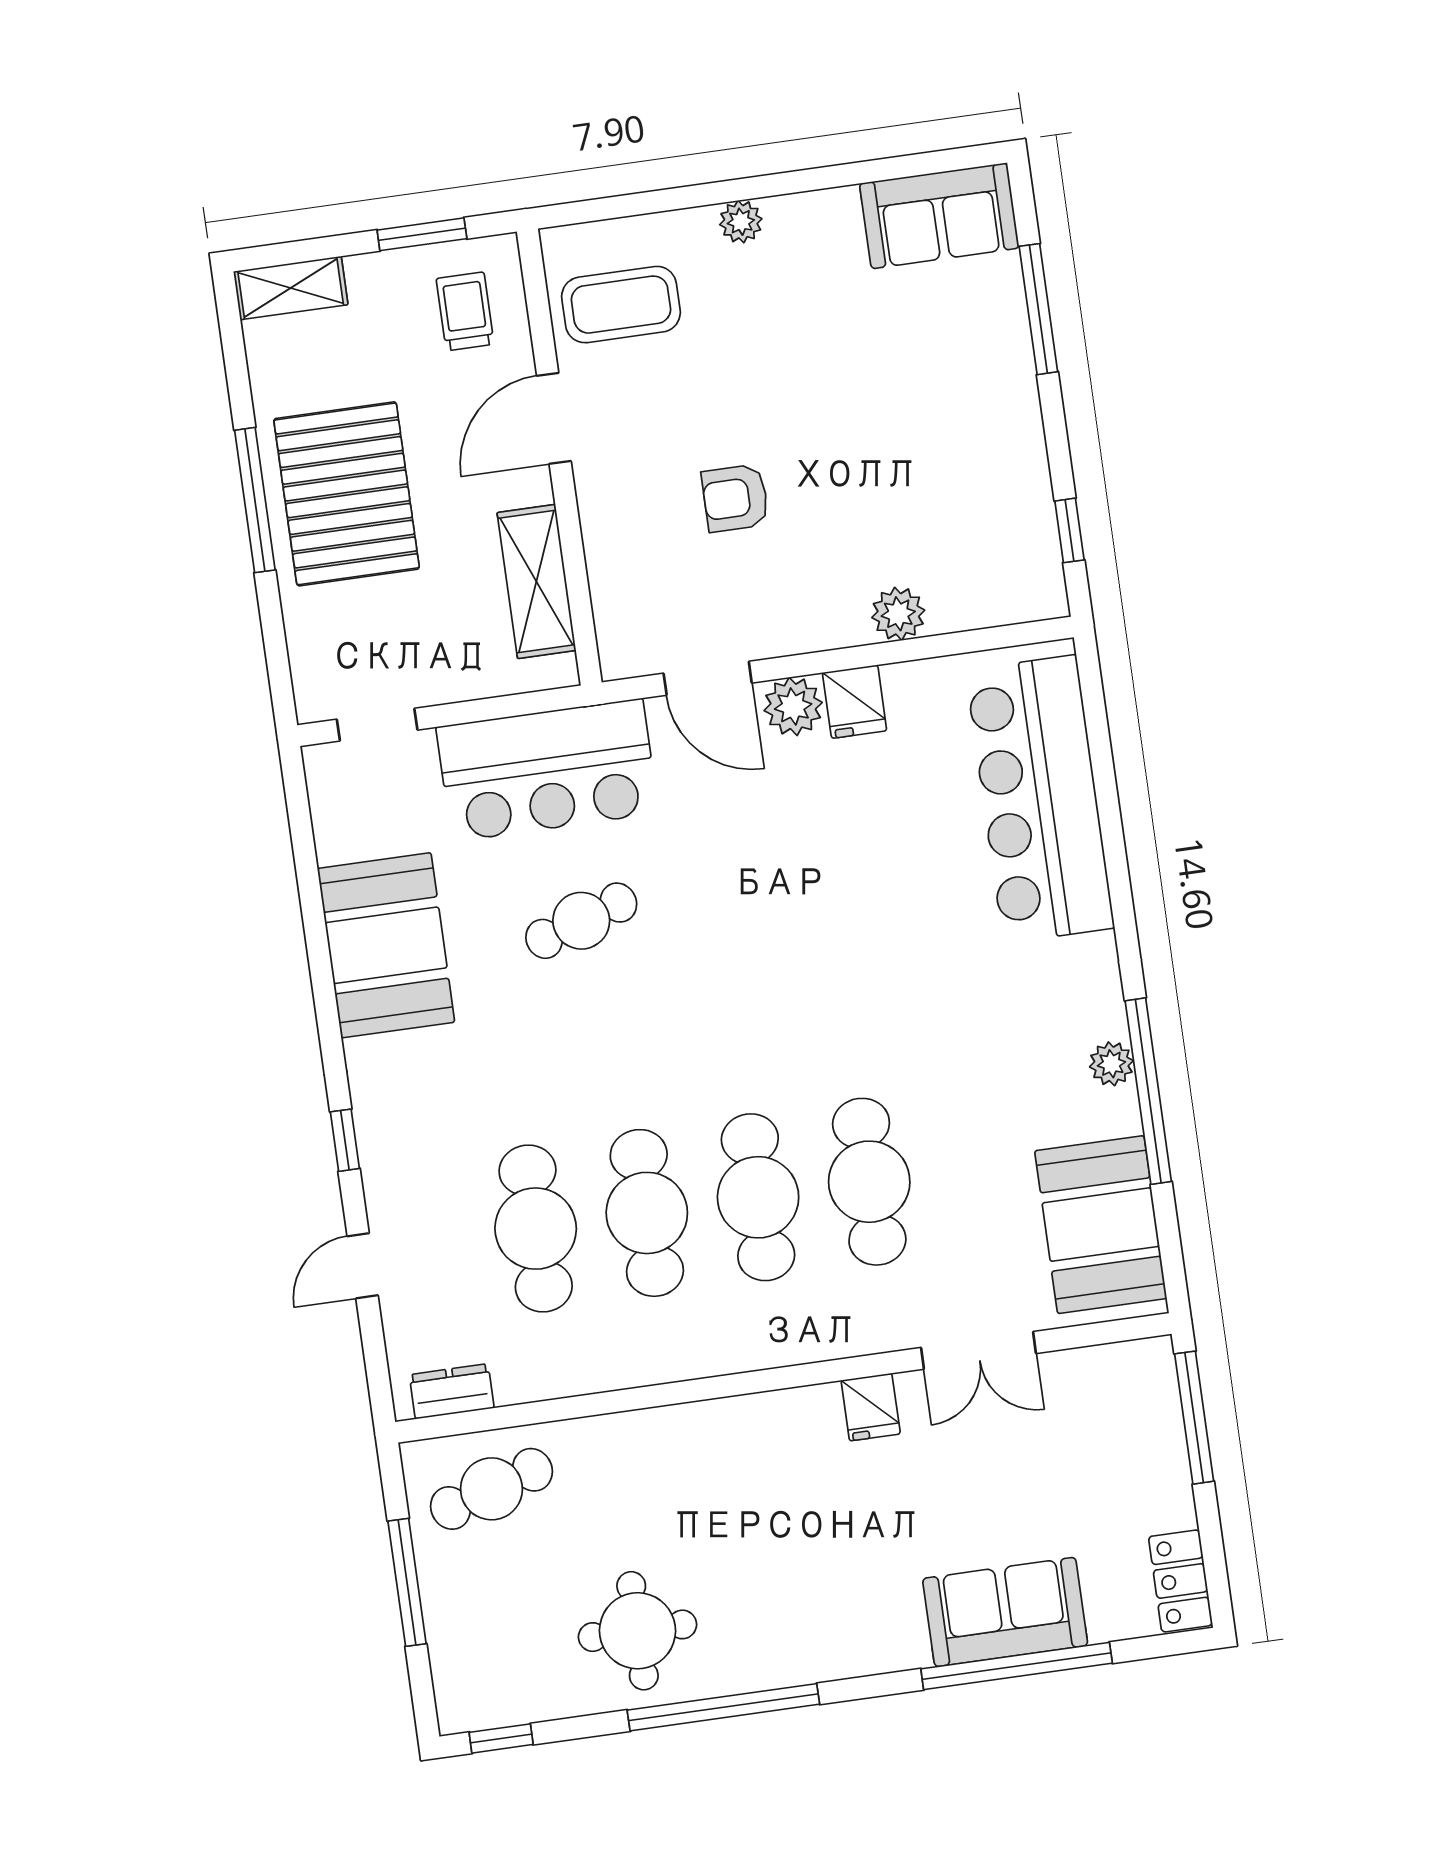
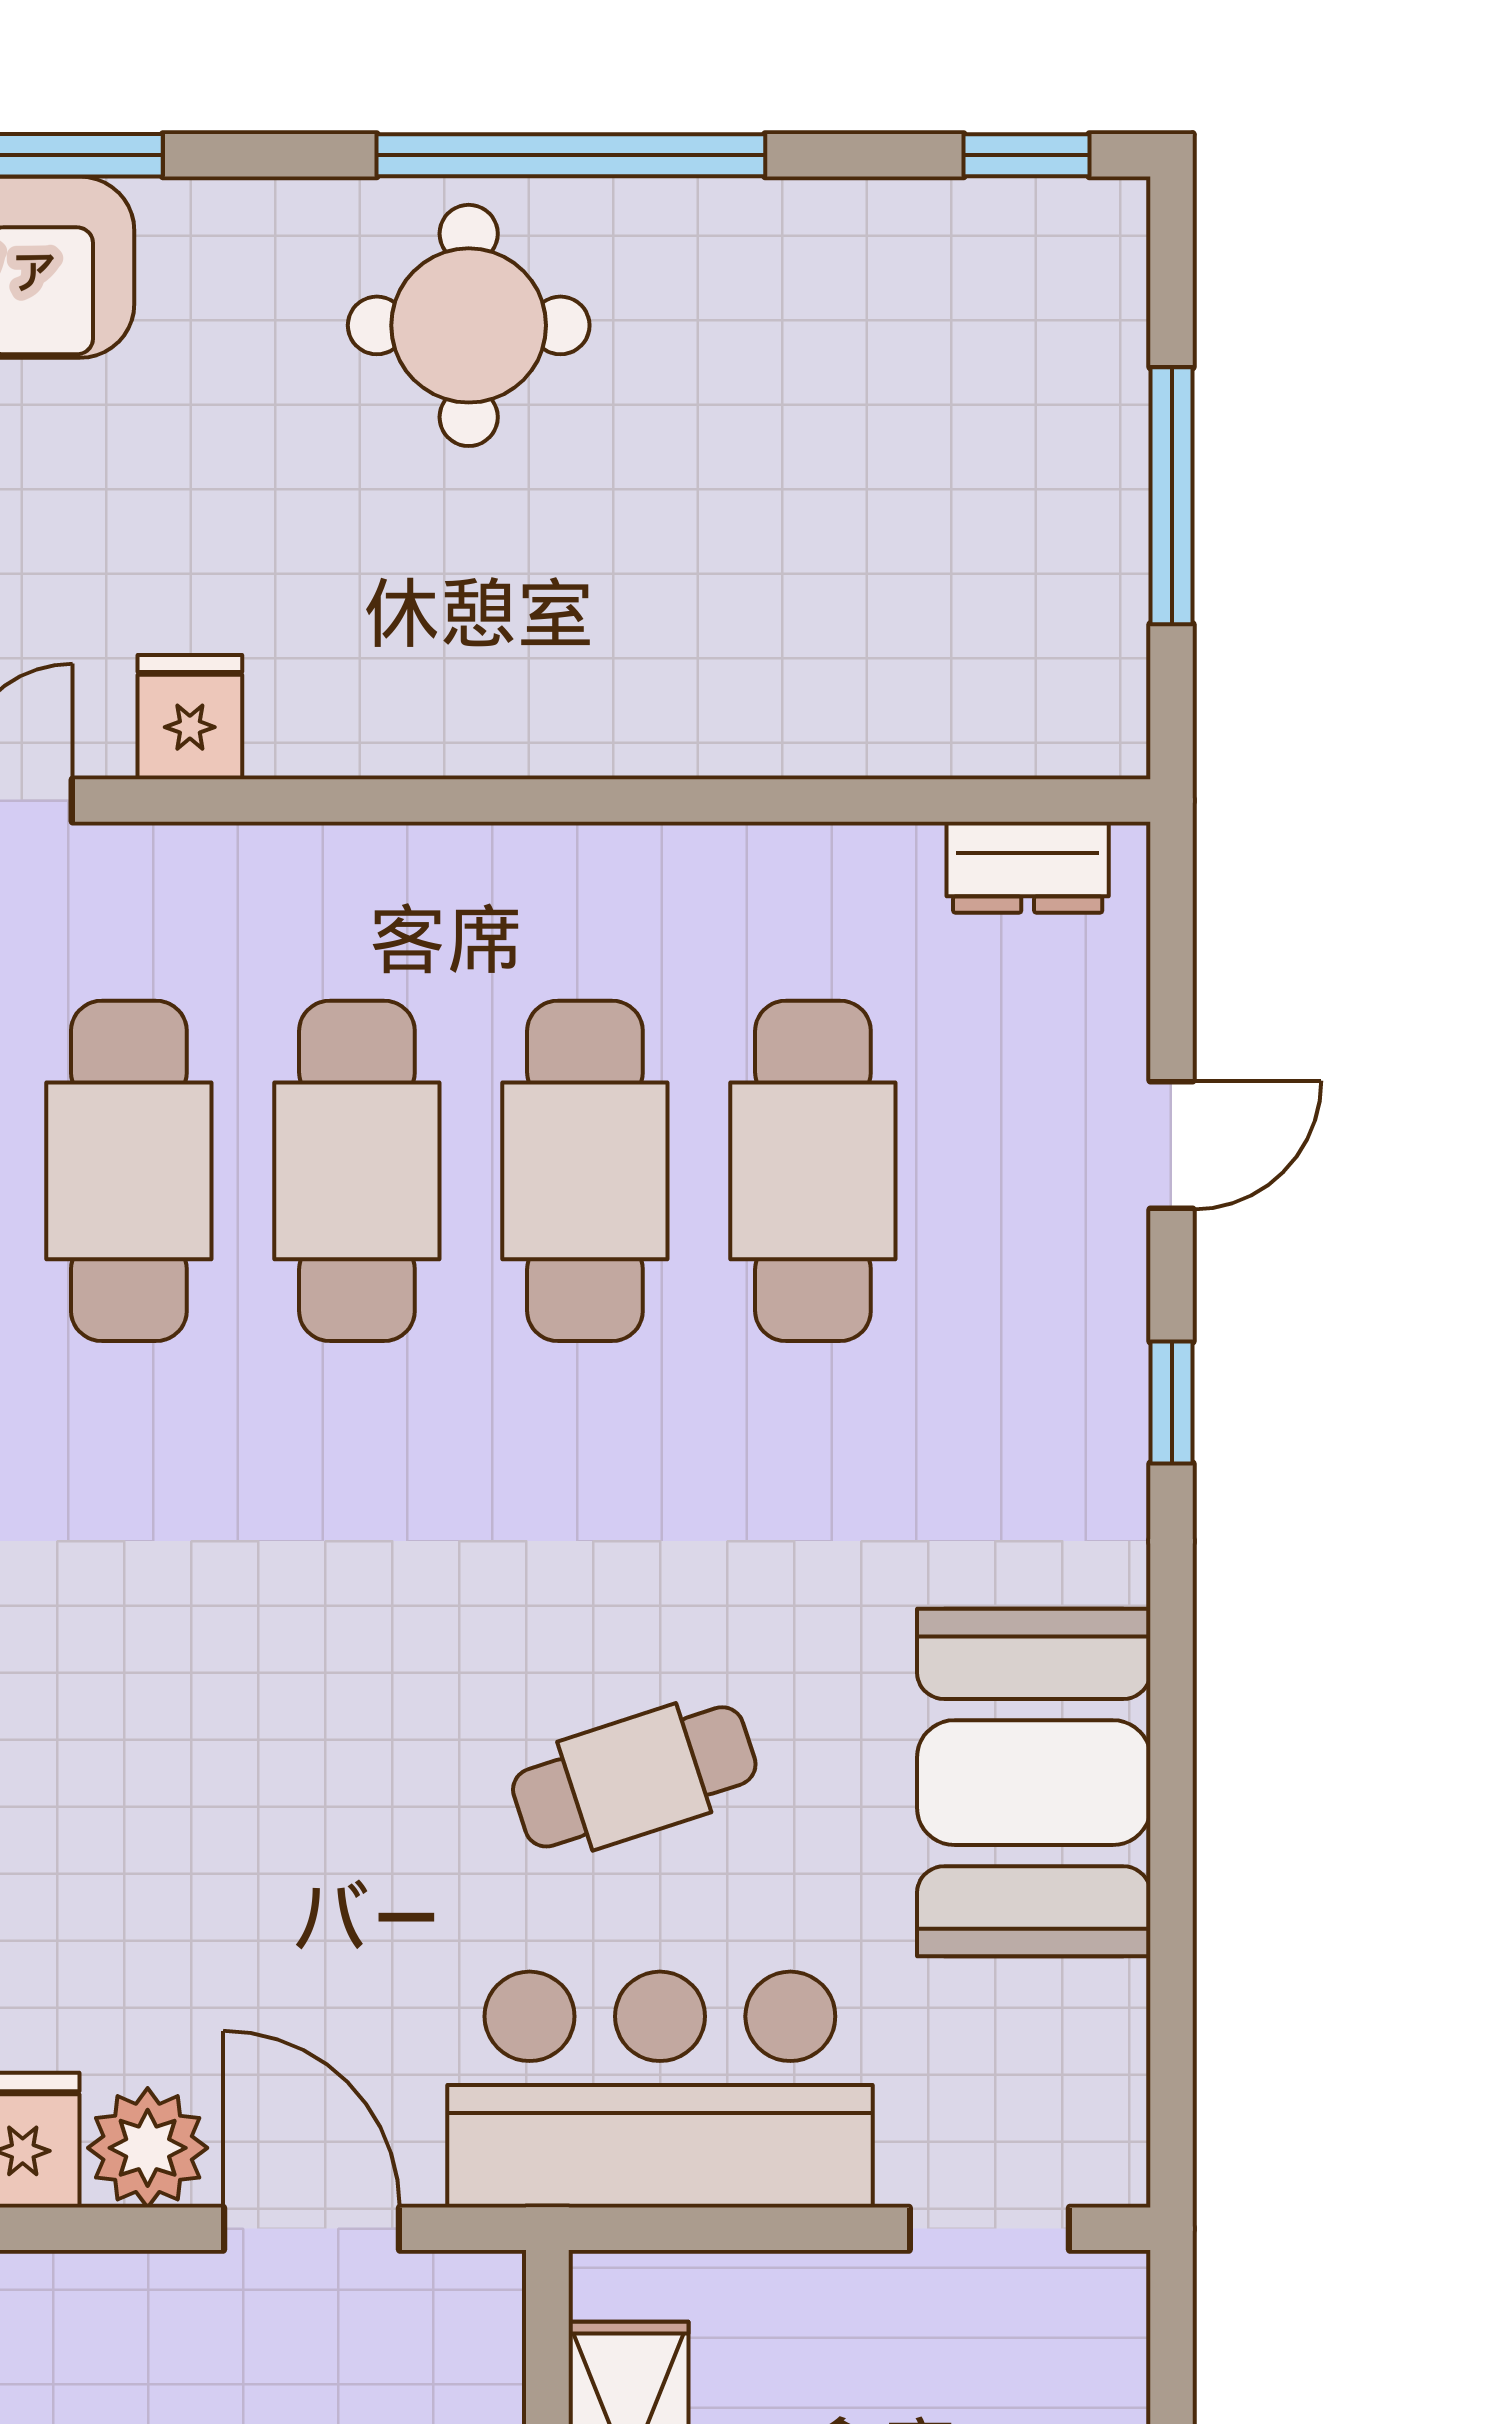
cafe table: (491, 1489) -> (975, 660), removed
round table: (638, 1631) -> (469, 325), moved

